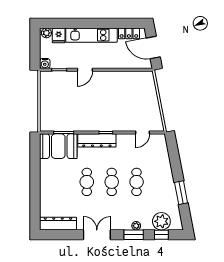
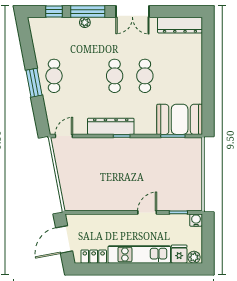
door: (153, 48) -> (64, 239), swing flipped
door: (142, 132) -> (64, 136), moved
dresser: (97, 140) -> (111, 126), moved
cafe table: (137, 182) -> (54, 76), moved
window: (181, 193) -> (34, 83), moved
plant: (161, 221) -> (54, 28), removed
window: (134, 235) -> (88, 12), width x1.44

